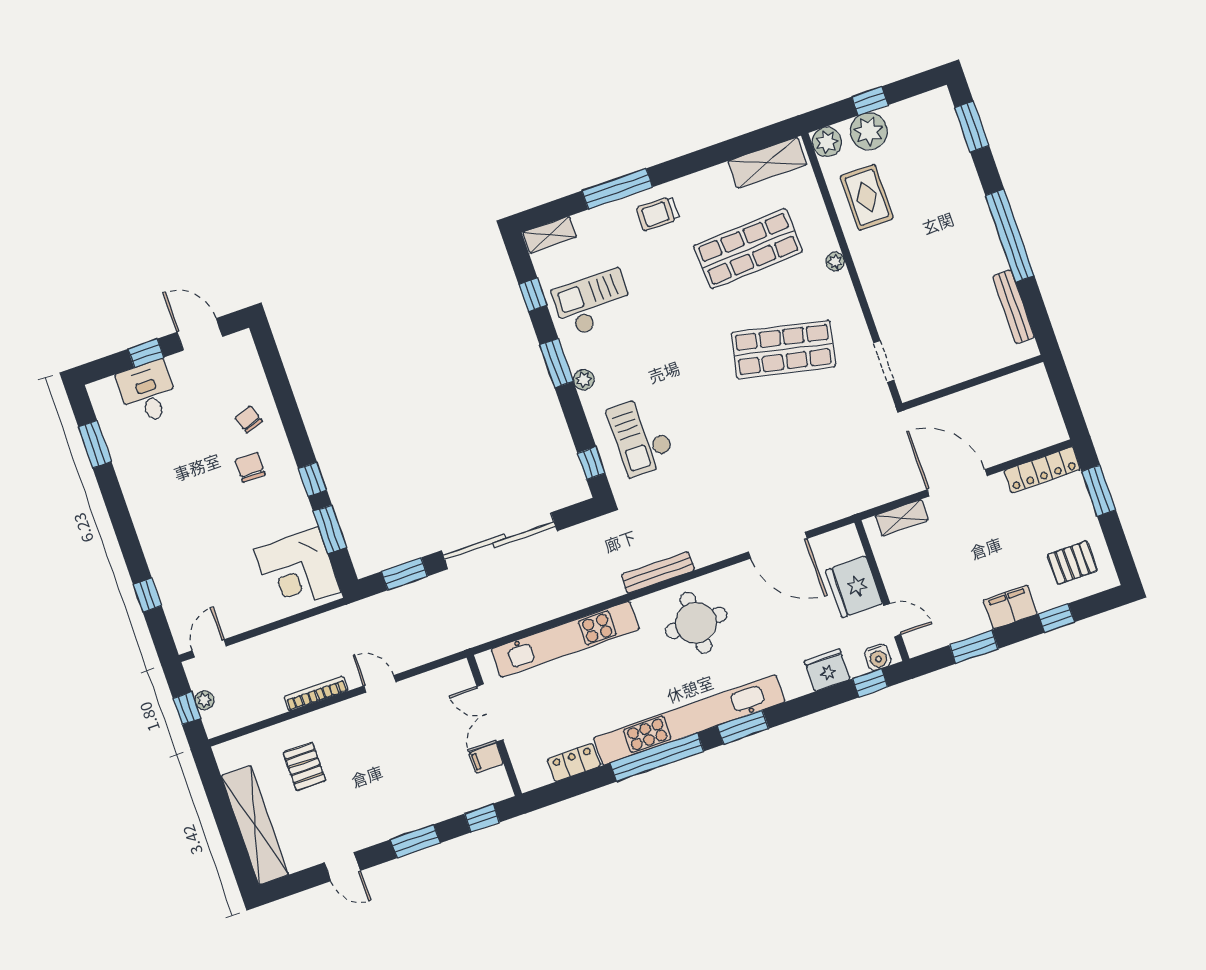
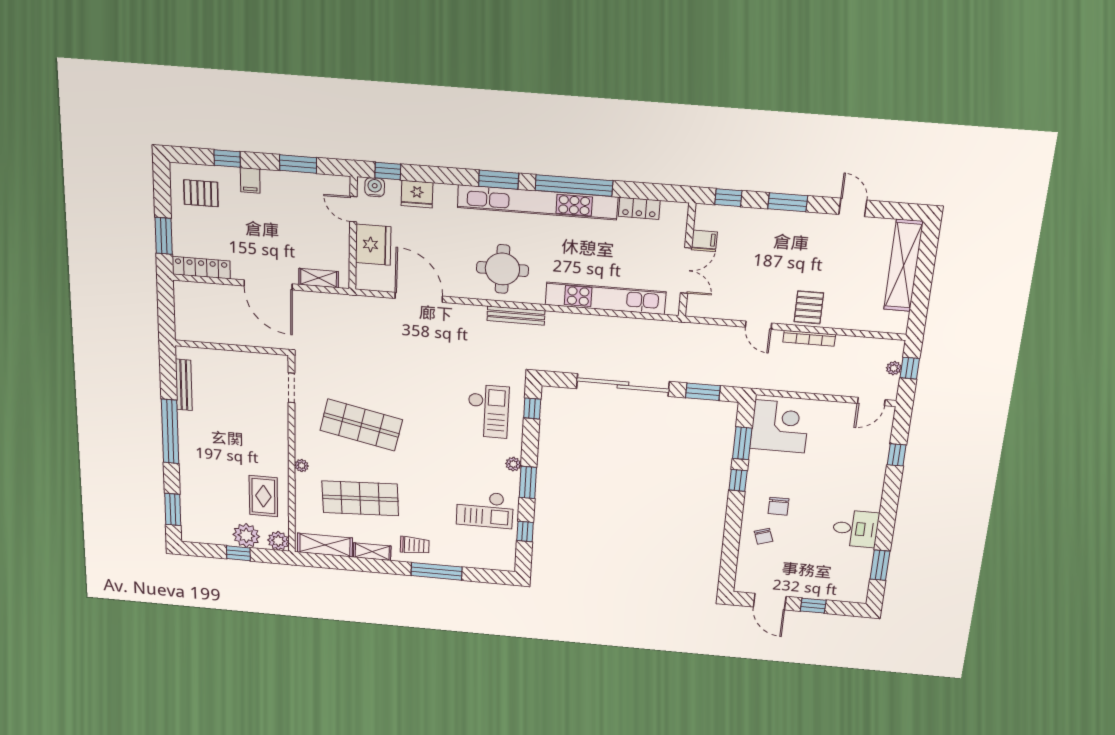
shelving: (550, 235) -> (372, 552), moved
desk: (148, 392) -> (856, 529), moved, turned -90
filing cabinet: (1010, 607) -> (250, 180), width x0.50
pallet: (304, 767) -> (809, 307), moved

